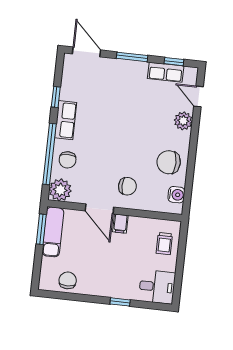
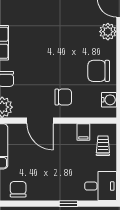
filing cabinet: (120, 224) -> (83, 132), moved
trolley: (164, 244) -> (103, 146), turned 180

